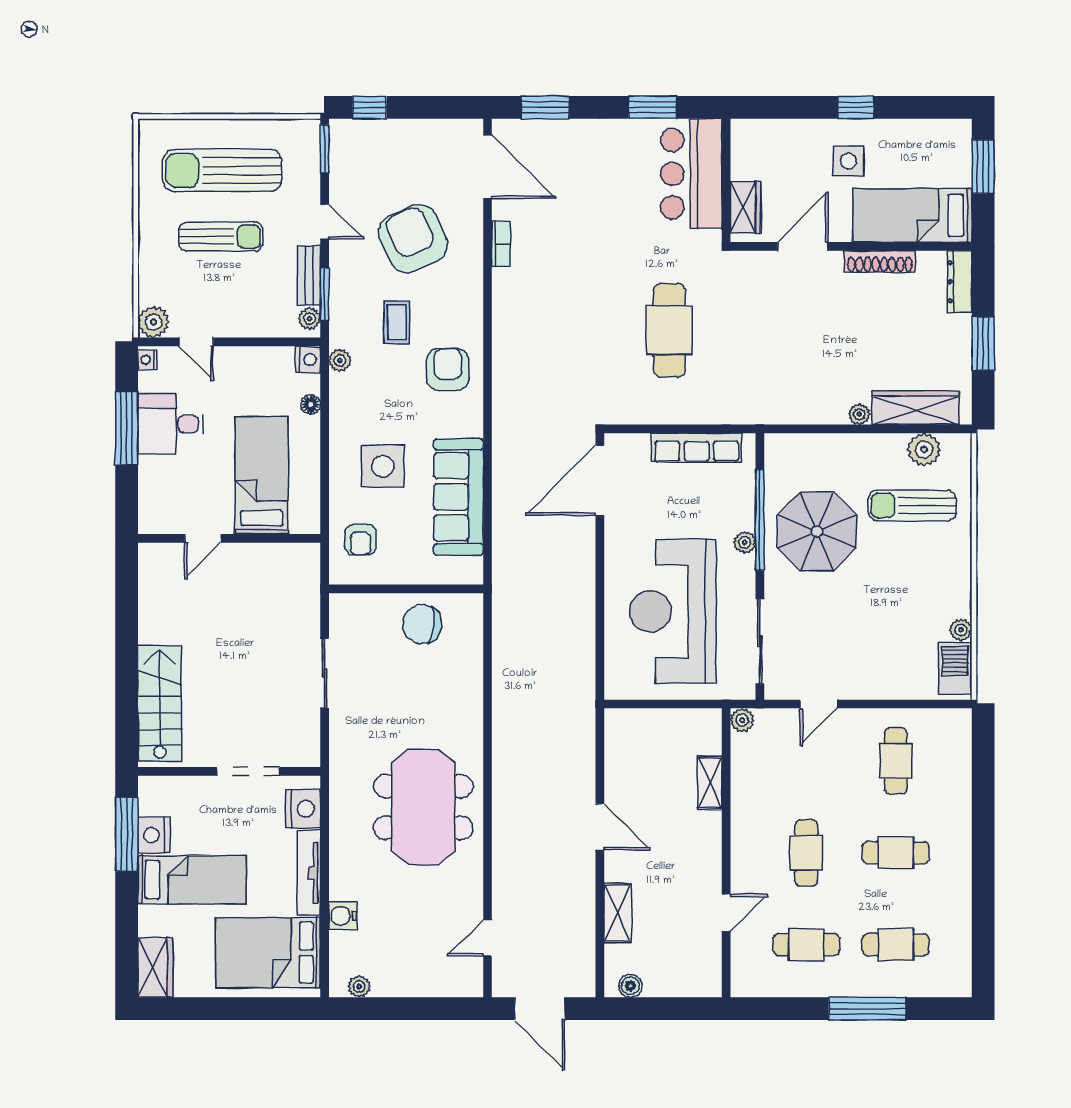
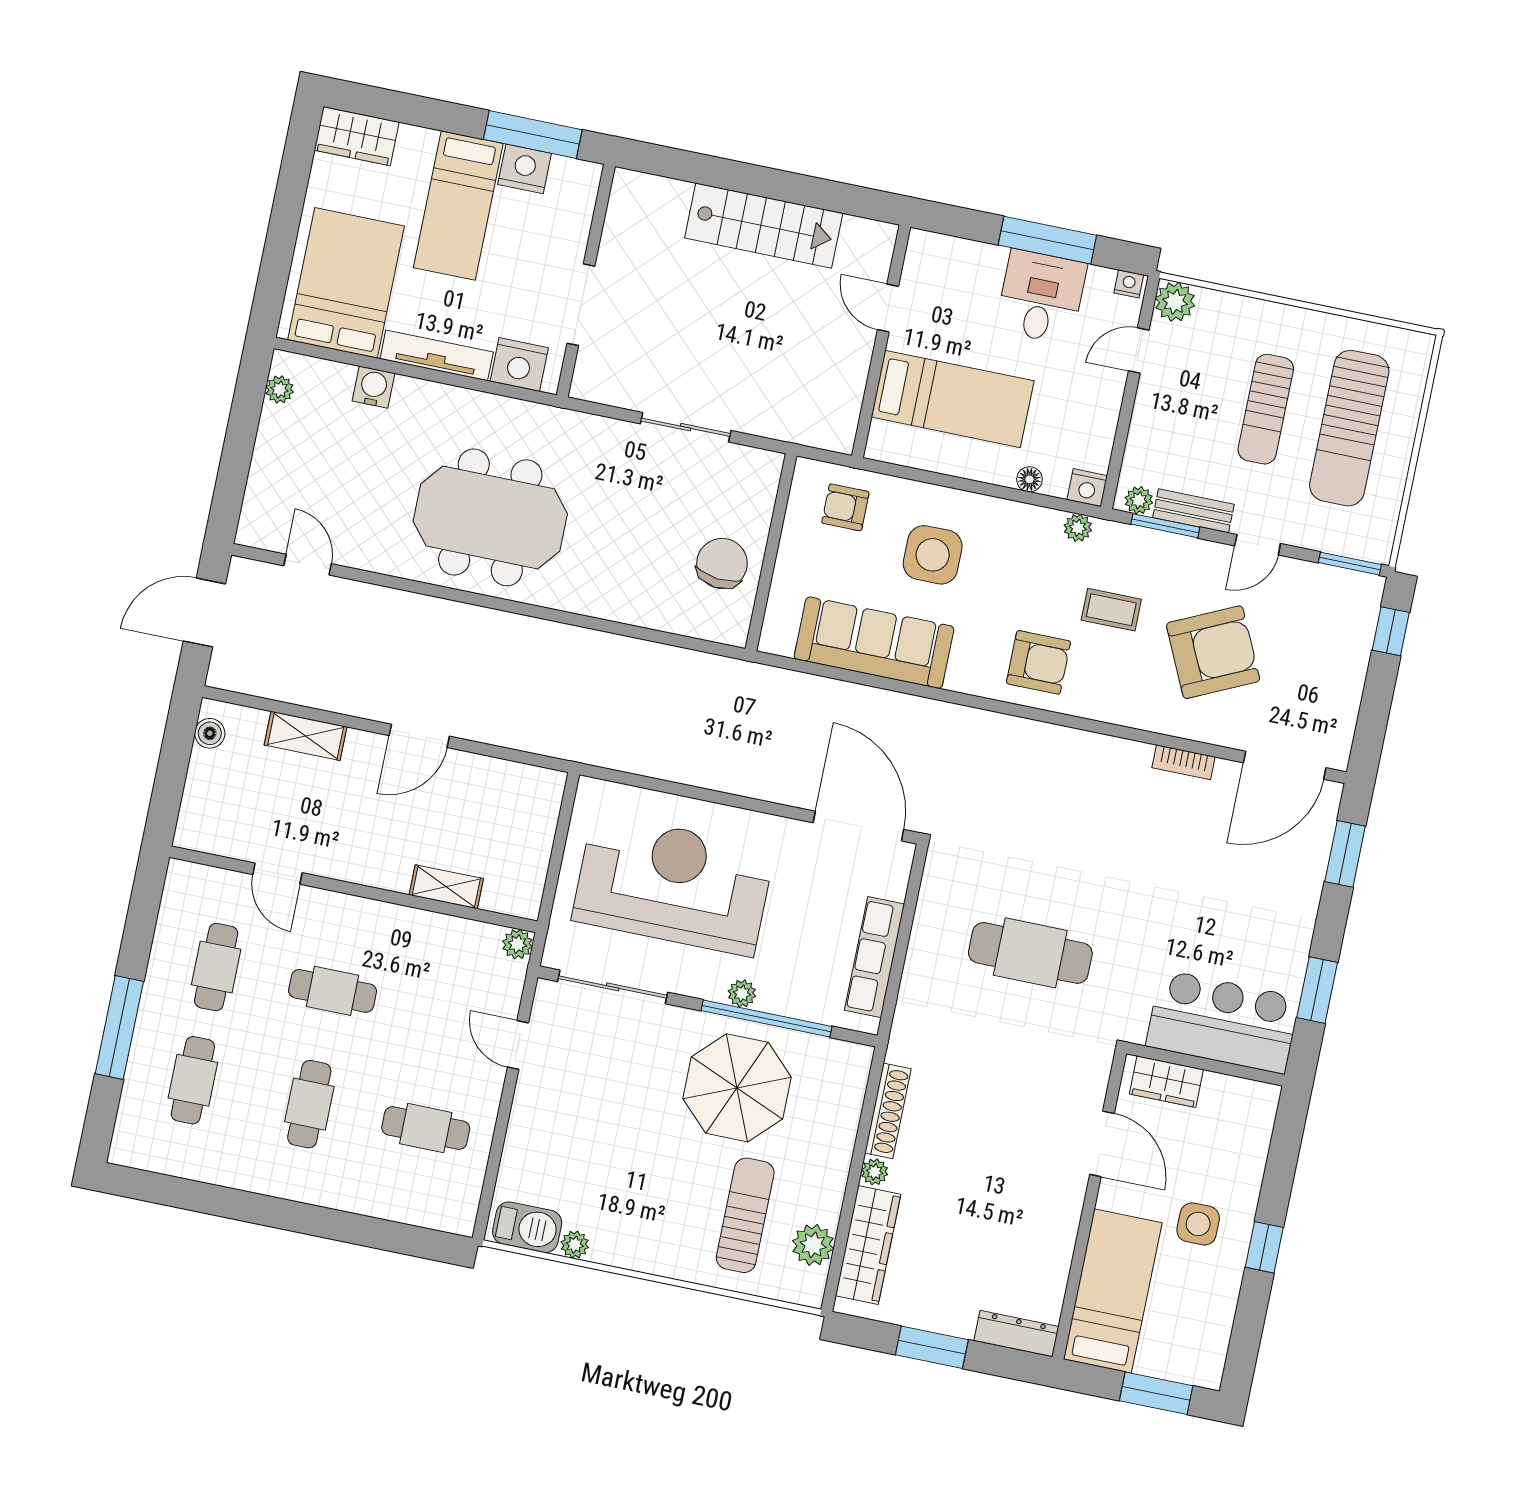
sun lounger: (222, 170) -> (1349, 428), turned 180
shoe rack: (880, 262) -> (888, 1111), moved, turned 180
stairs: (160, 703) -> (764, 226), moved

